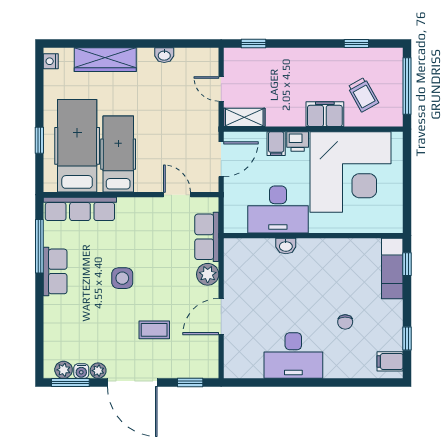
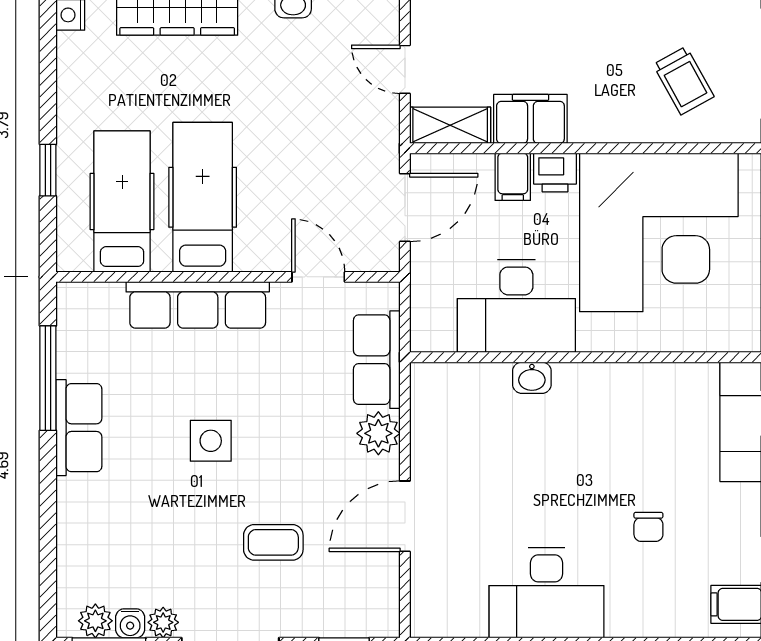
filing cabinet: (325, 114) -> (530, 119), moved
hospital bed: (77, 146) -> (122, 202), width x0.73, depth x0.78
row of seats: (80, 209) -> (198, 305), moved

